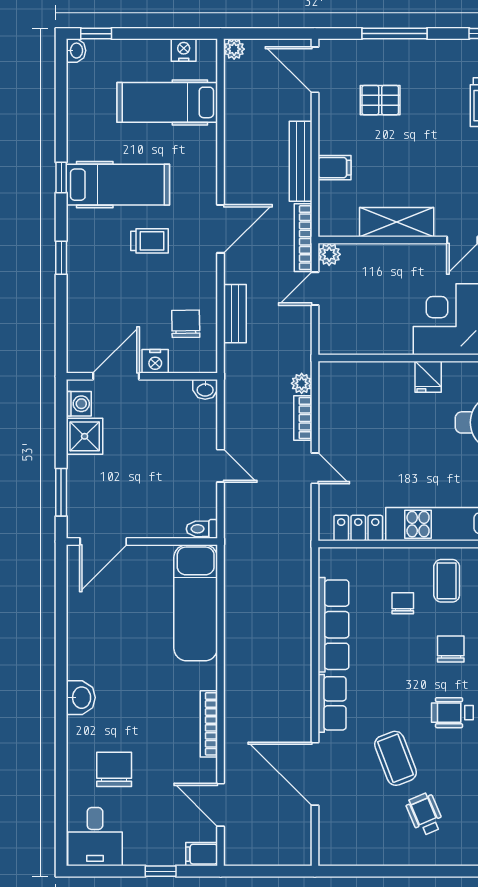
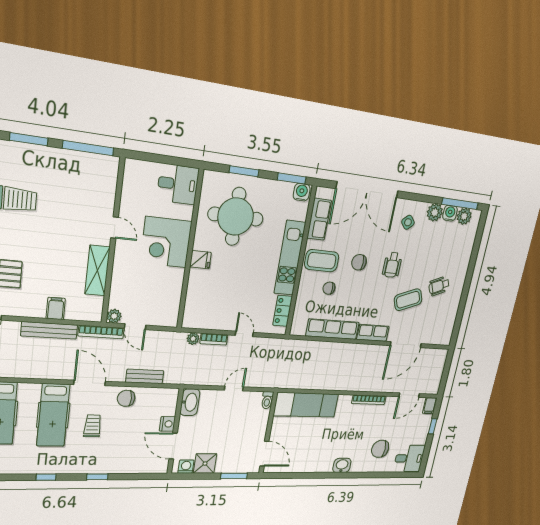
hospital bed: (118, 185) -> (53, 415), moved, turned 180
chair: (186, 324) -> (126, 398), moved
washbasin: (205, 389) -> (190, 402), width x1.91, depth x1.45
door: (315, 468) -> (244, 334), hinge flipped
coffee table: (447, 581) -> (322, 261), width x1.36, depth x1.30

